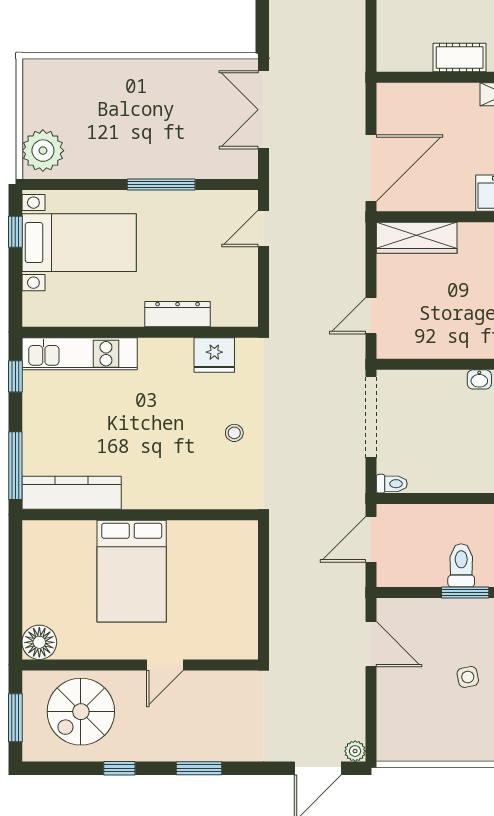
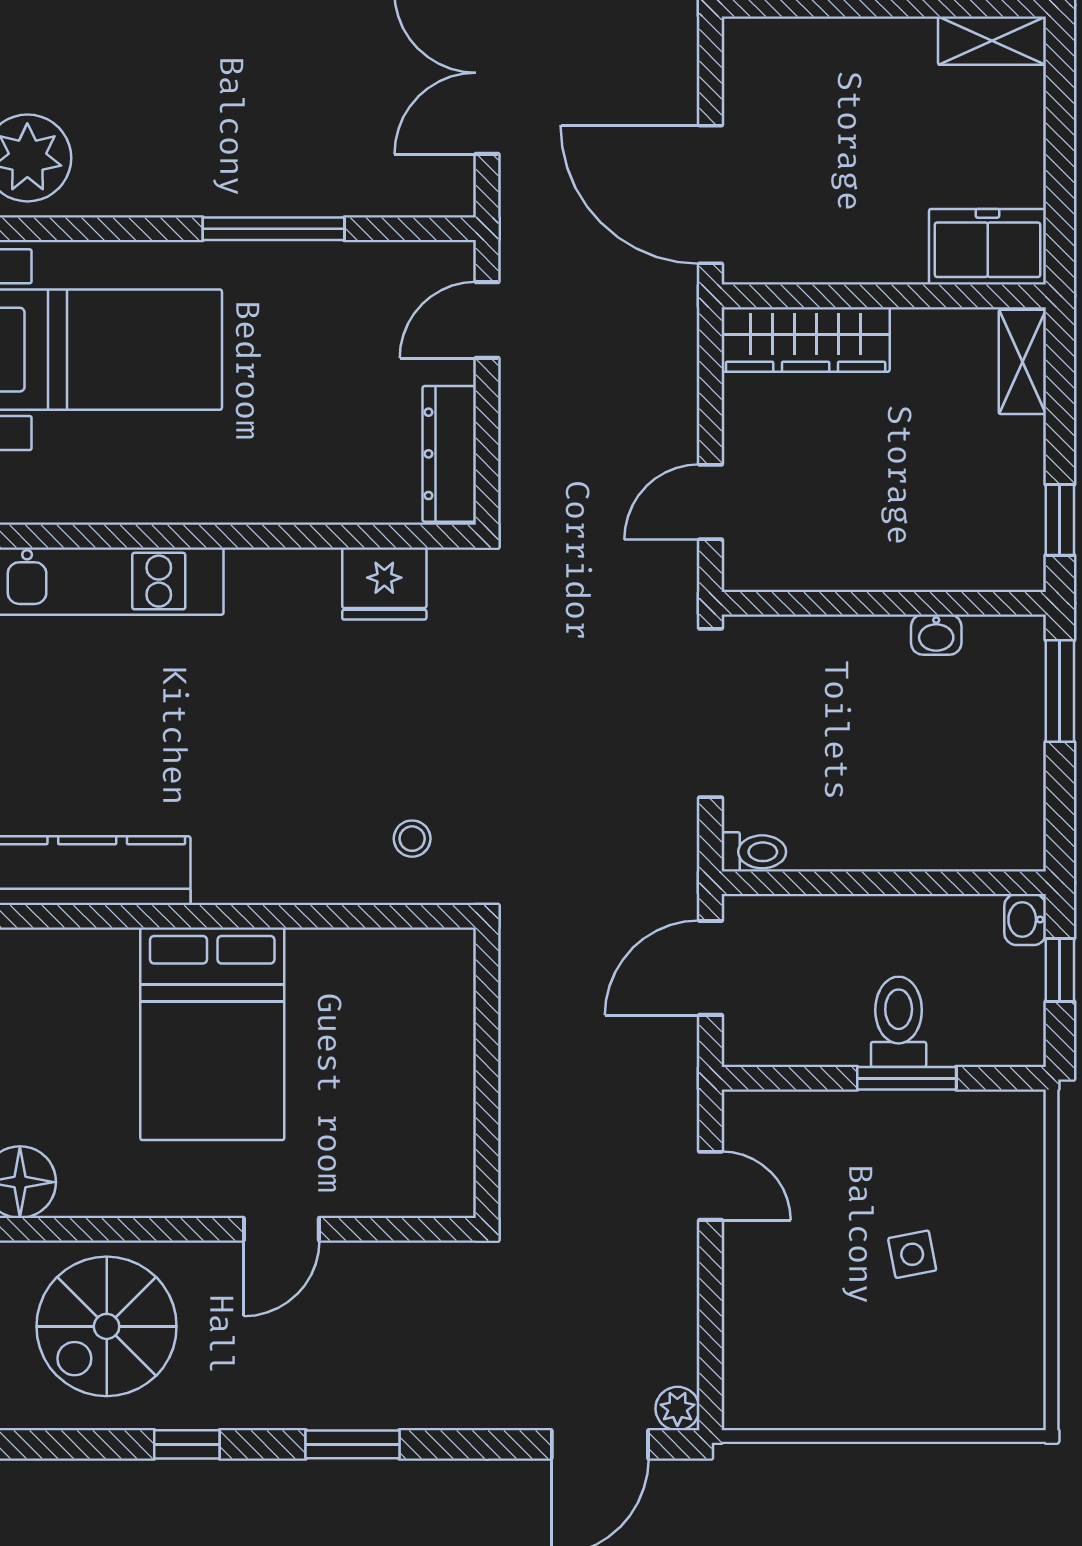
door: (371, 168) -> (711, 194), swing flipped
dresser: (178, 314) -> (449, 454), moved, turned -90
stool: (234, 433) -> (412, 839), moved
door: (371, 644) -> (711, 1186), width x0.73

